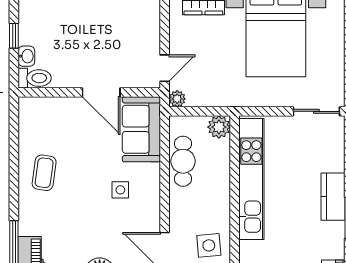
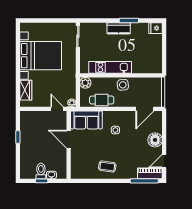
toilet: (35, 78) -> (41, 171), moved
door: (101, 92) -> (69, 139), swing flipped
kitchen unit: (251, 179) -> (110, 67), width x0.73
side table: (209, 245) -> (123, 85), moved

